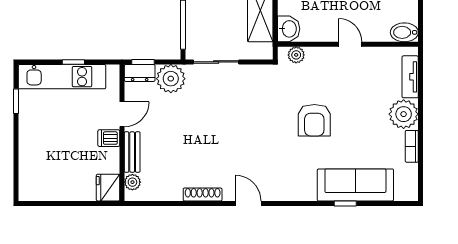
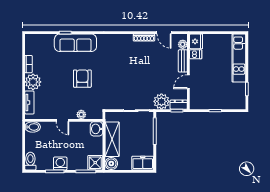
plant: (296, 55) -> (81, 115), moved
kitchen unit: (62, 77) -> (239, 58), moved, turned -90
dishwasher: (109, 138) -> (196, 54), moved
sofa: (355, 185) -> (75, 43), moved
door: (248, 203) -> (164, 33), moved

